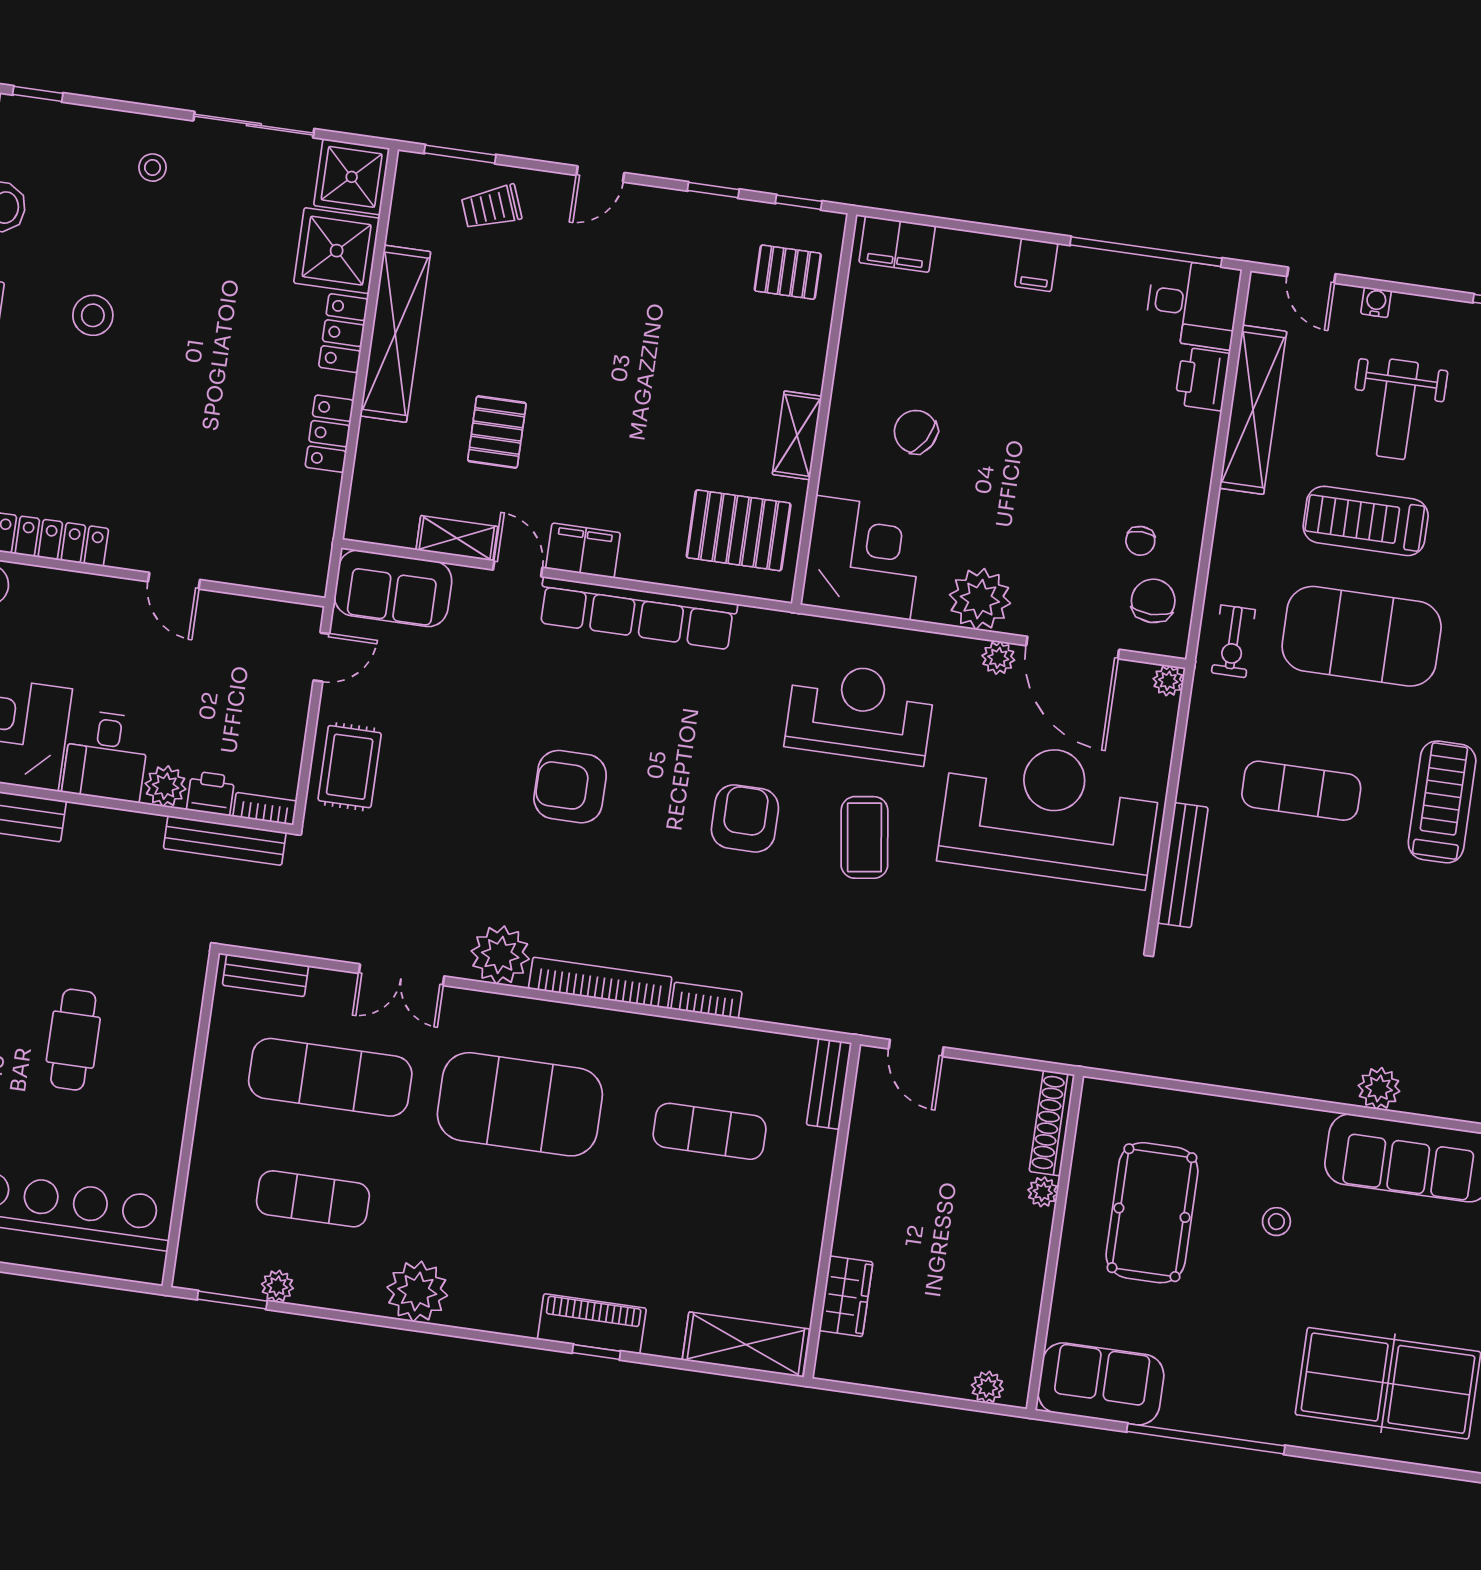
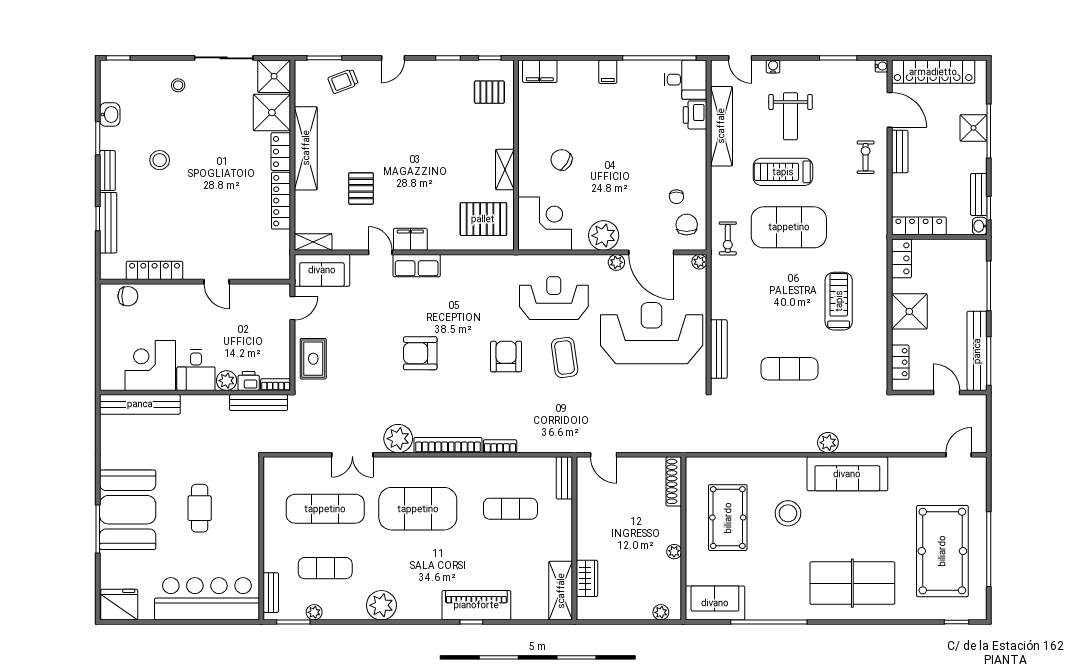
locker: (329, 434) -> (281, 201), width x1.53
shelving: (457, 538) -> (313, 242), moved
row of seats: (637, 613) -> (417, 266), width x0.50
exercise mat: (1301, 791) -> (789, 369), moved
bench: (266, 975) -> (271, 593), moved, turned 90
plant: (1043, 1192) -> (674, 552), moved
stool: (1276, 1222) -> (788, 513), width x1.89, depth x1.89
piano: (592, 1324) -> (476, 605), width x1.37, depth x1.33
shelving: (746, 1345) -> (561, 591), moved, turned 90

